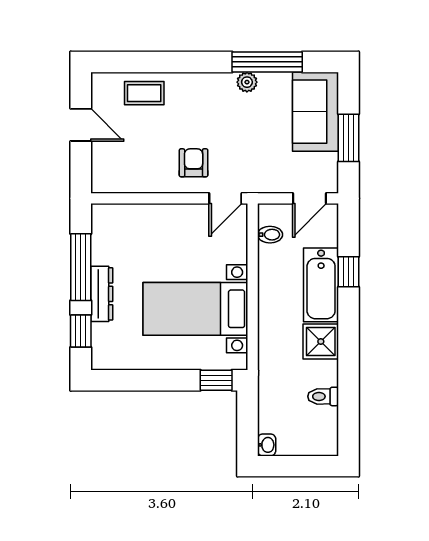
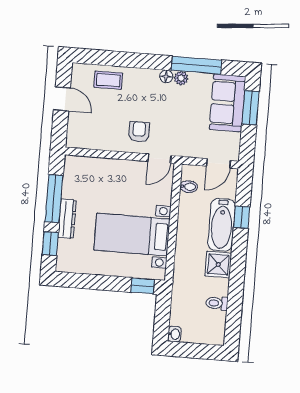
floor lamp: (226, 81) -> (166, 76), added
window: (349, 138) -> (251, 108), moved

